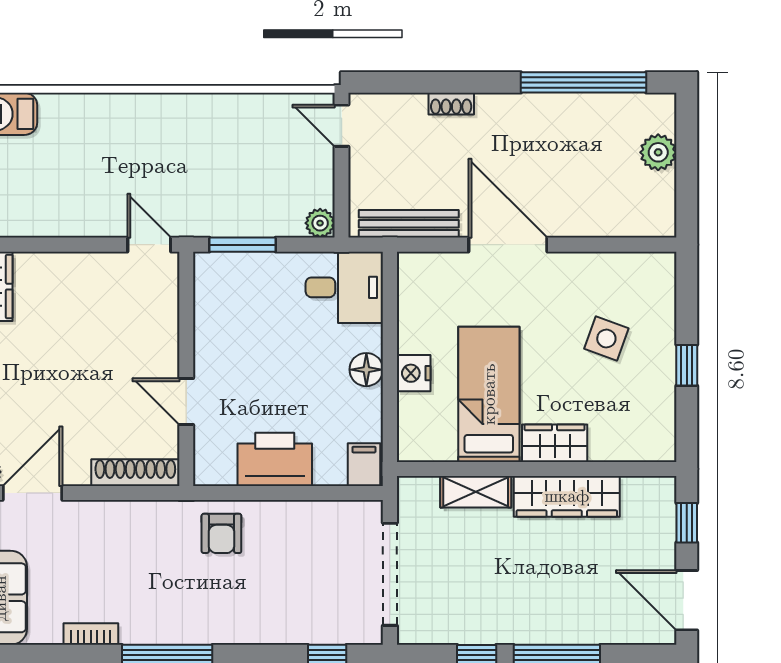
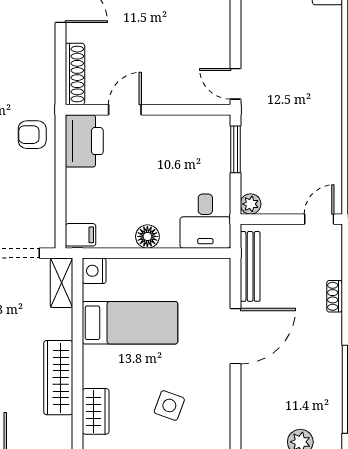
door: (149, 245) -> (235, 84), swing flipped
nightstand: (414, 373) -> (94, 271), moved, turned -90
wardrobe: (555, 443) -> (96, 411), moved
printer: (275, 459) -> (84, 141), moved
shelving: (476, 492) -> (61, 283), moved

